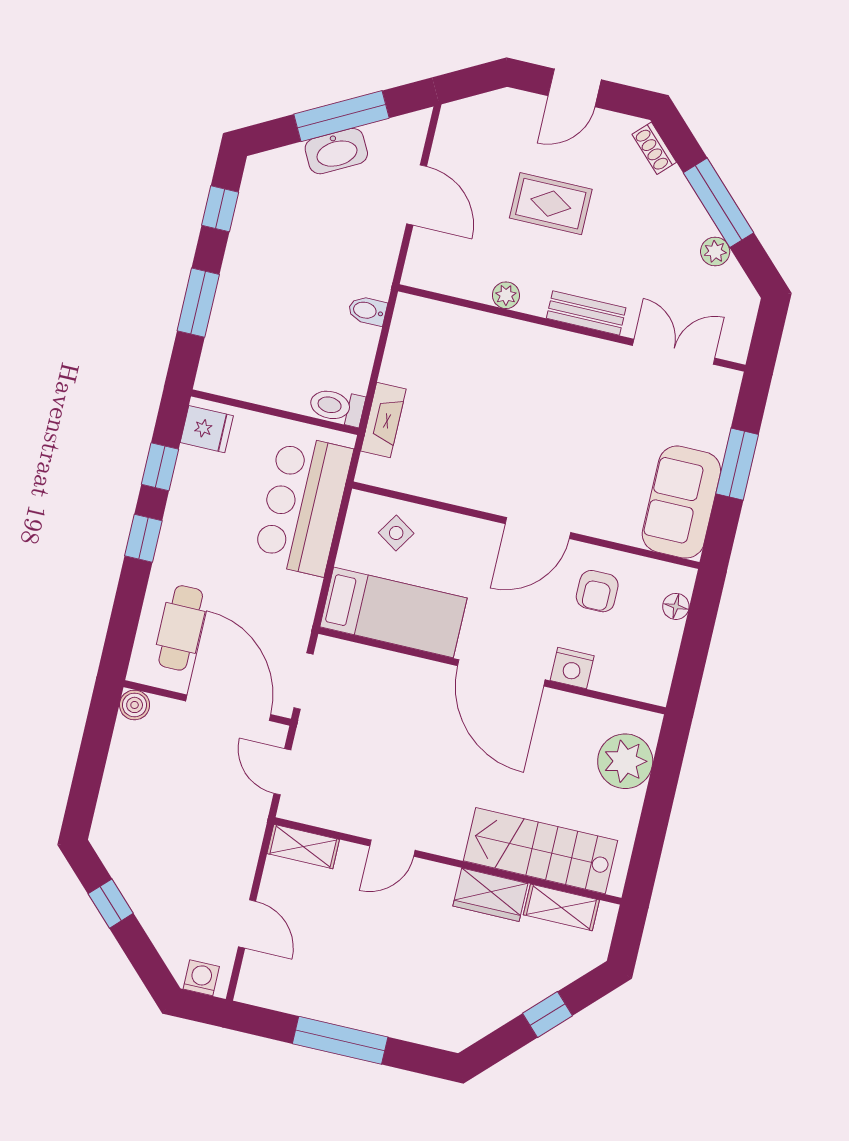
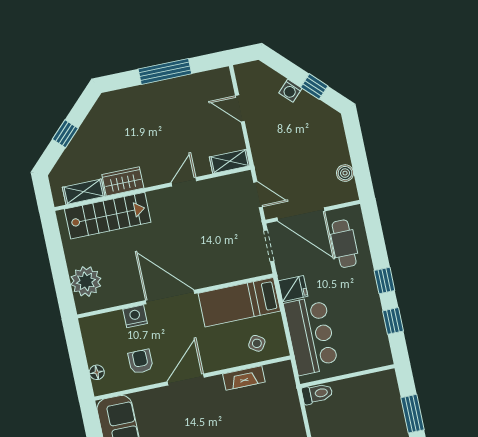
fireplace: (383, 420) -> (244, 378), moved, turned -90
fridge: (207, 429) -> (293, 289), moved, turned 180
boiler: (135, 705) -> (345, 173), moved
washing machine: (201, 978) -> (290, 91), moved, turned 45

